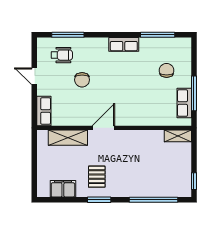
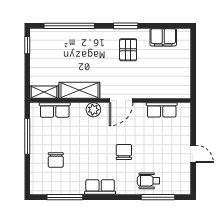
wheelchair: (62, 55) -> (148, 181), moved
chair: (82, 80) -> (124, 152), moved
row of seats: (184, 103) -> (55, 110), moved, turned 90
row of seats: (44, 111) -> (162, 110), moved, turned -90
plant: (130, 119) -> (93, 110), added
shelving: (68, 138) -> (79, 90), moved

